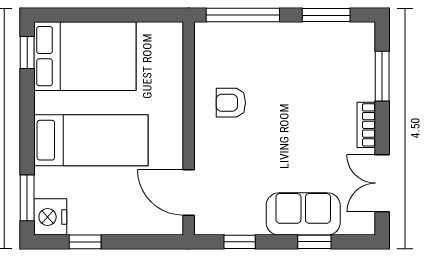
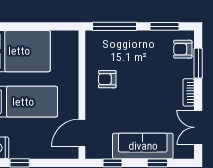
armchair: (357, 53) -> (183, 49), added
door: (189, 192) -> (82, 133), hinge flipped
sofa: (303, 214) -> (143, 146), width x1.36

